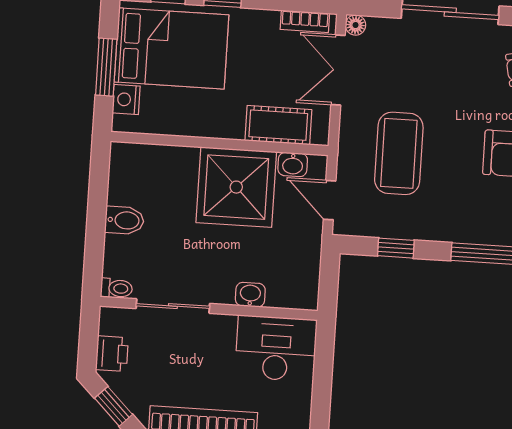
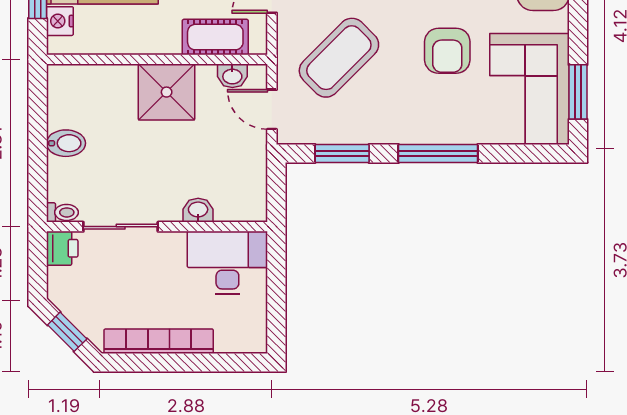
coffee table: (399, 153) -> (339, 58), turned 45
shower: (236, 187) -> (167, 92), width x0.73, depth x0.73
window: (396, 248) -> (342, 153), width x1.50
printer: (112, 354) -> (62, 248), moved

